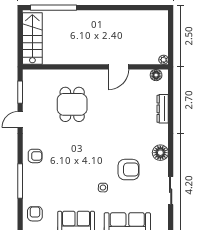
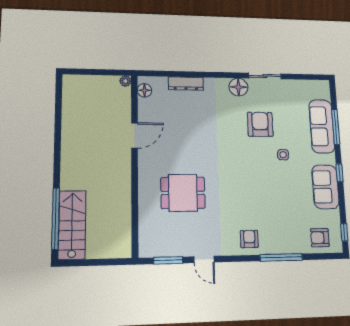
stairs: (32, 38) -> (72, 225), moved, turned 90
door: (118, 67) -> (134, 135), hinge flipped
sliding door: (171, 191) -> (265, 76), moved

